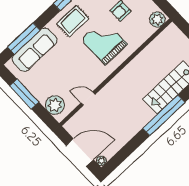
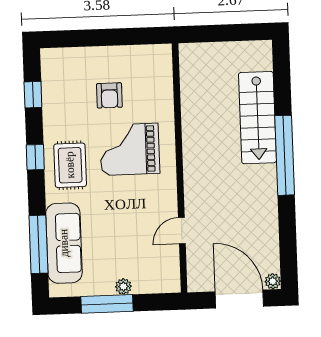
plant: (157, 19) -> (160, 59), removed
plant: (55, 105) -> (123, 287), moved, width x0.53, depth x0.53
door: (80, 153) -> (239, 299), hinge flipped

